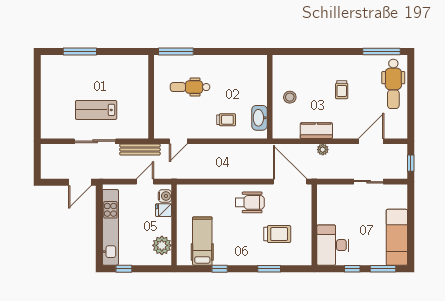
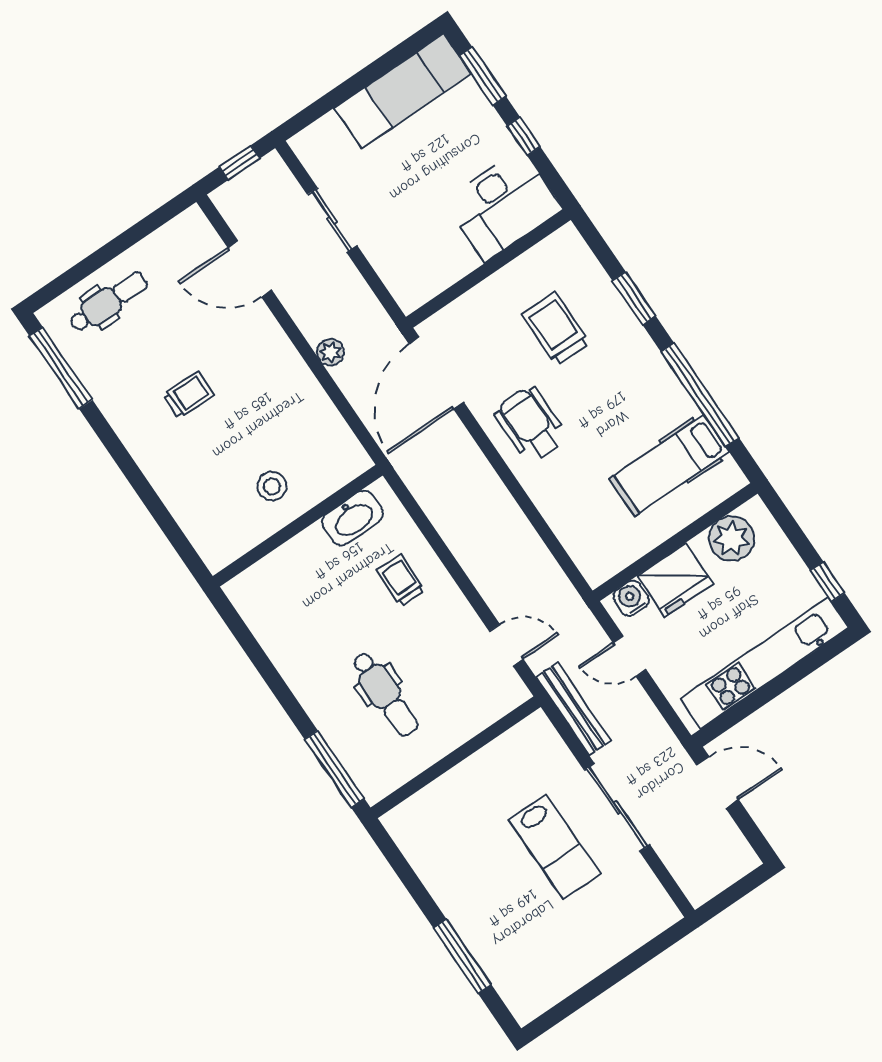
dental chair: (393, 84) -> (108, 302), width x0.73, depth x0.72
kitchen counter: (316, 131) -> (302, 390), removed
fridge: (163, 210) -> (675, 580), width x1.88, depth x1.34
window: (220, 269) -> (700, 395), width x3.17

